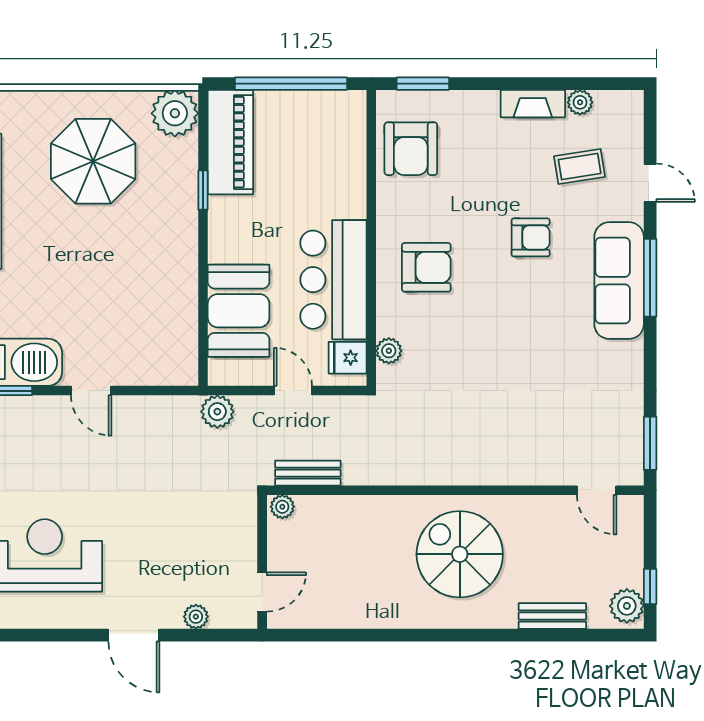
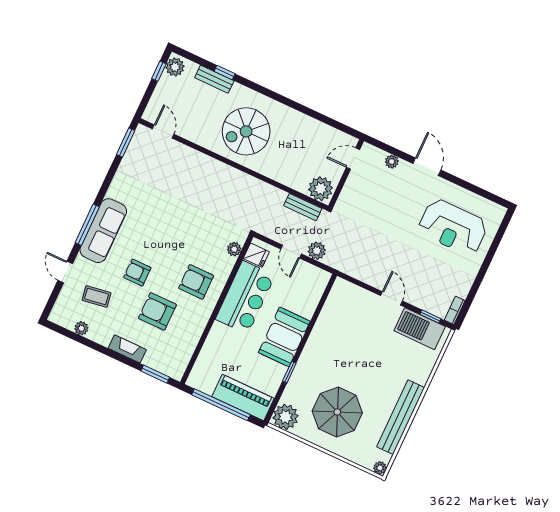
fireplace: (533, 104) -> (127, 349), moved
piano: (230, 142) -> (243, 398), moved, turned 90
armchair: (411, 149) -> (157, 311), moved, turned -90
booth: (239, 311) -> (284, 337), moved
plant: (217, 412) -> (317, 251), moved
plant: (282, 507) -> (321, 189), width x1.88, depth x1.88
spiral stairs: (460, 554) -> (246, 131), turned 90
window: (541, 635) -> (225, 72), added

